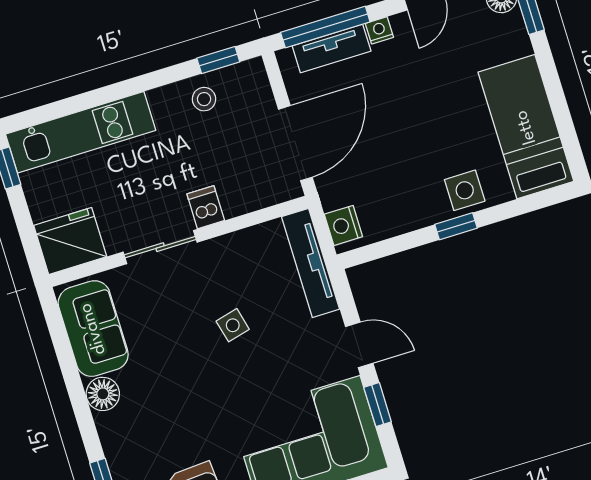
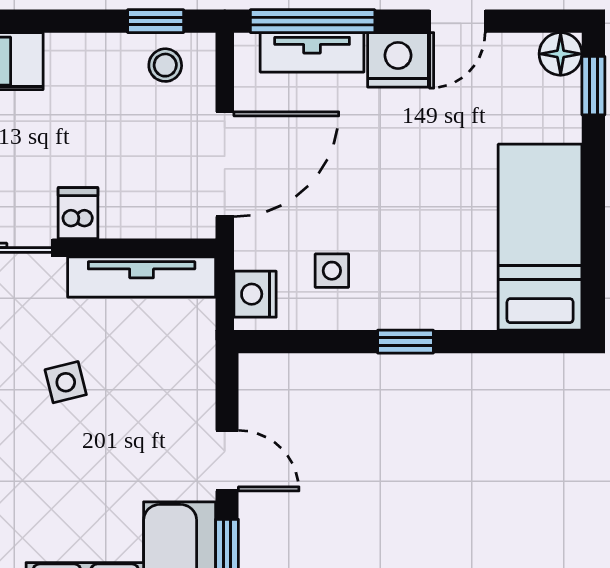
nightstand: (379, 30) -> (398, 60), width x1.89, depth x1.79
stool: (204, 99) -> (165, 65), moved
side table: (465, 190) -> (332, 271), moved, width x0.73, depth x0.73
tv unit: (311, 263) -> (142, 277), moved, turned -90

